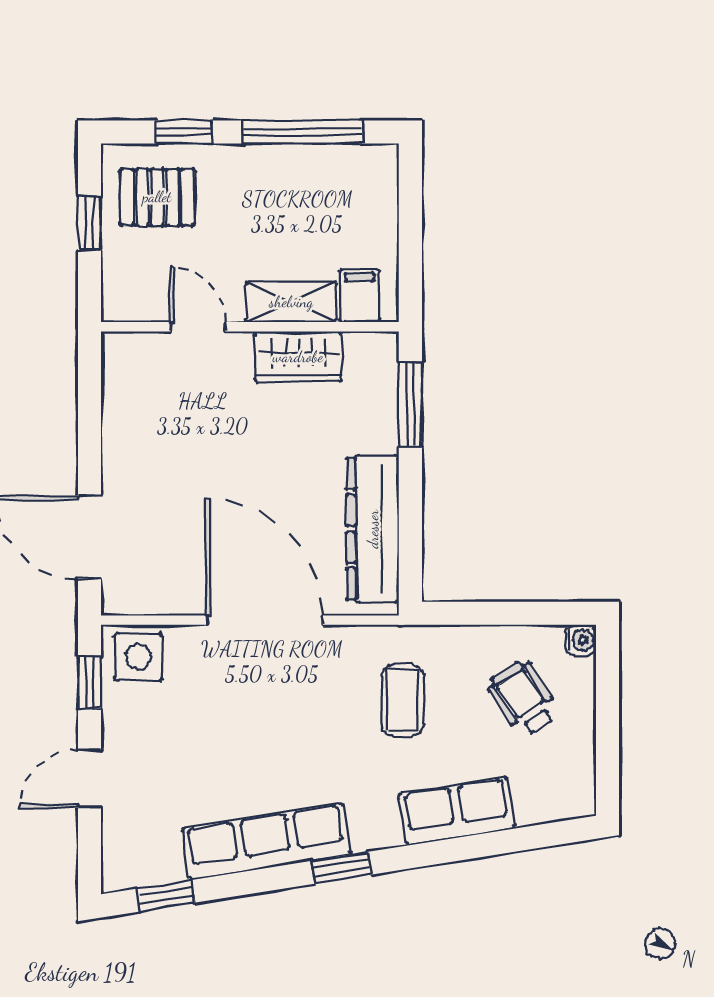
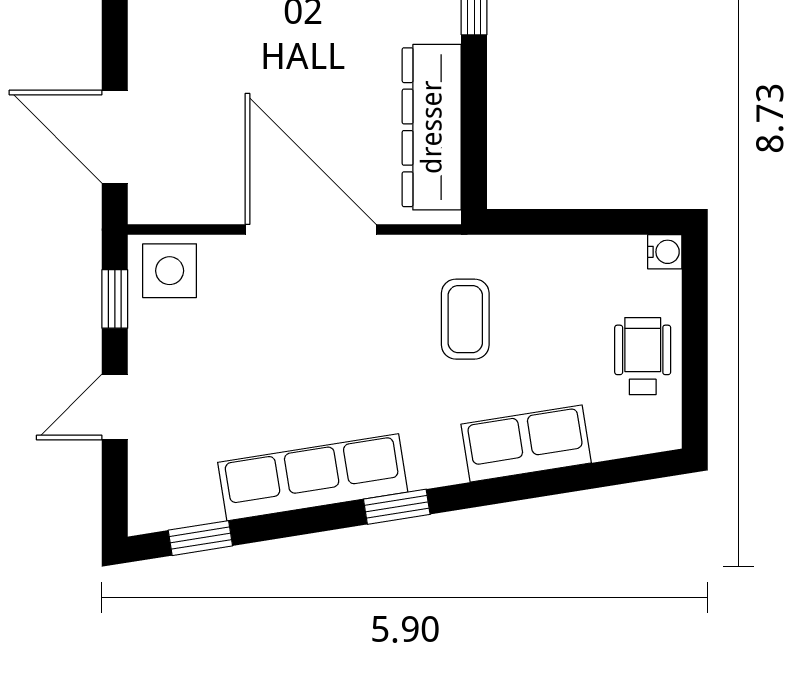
wheelchair: (523, 698) -> (643, 356), moved, turned 33

